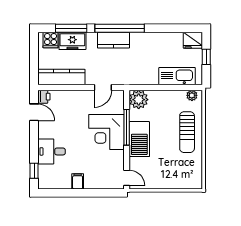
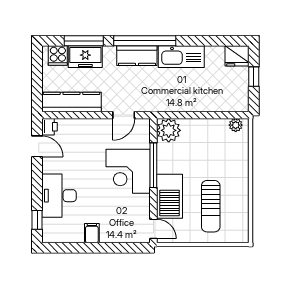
kitchen sink: (177, 76) -> (181, 57), moved, turned 180
sun lounger: (187, 132) -> (211, 206), moved
barbecue: (139, 139) -> (169, 196), moved
desk: (52, 151) -> (59, 196), width x1.37

